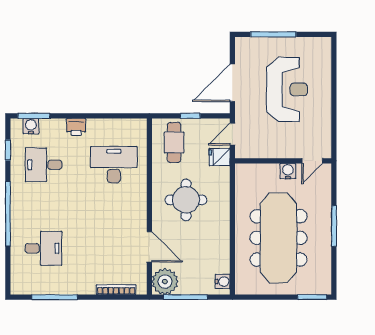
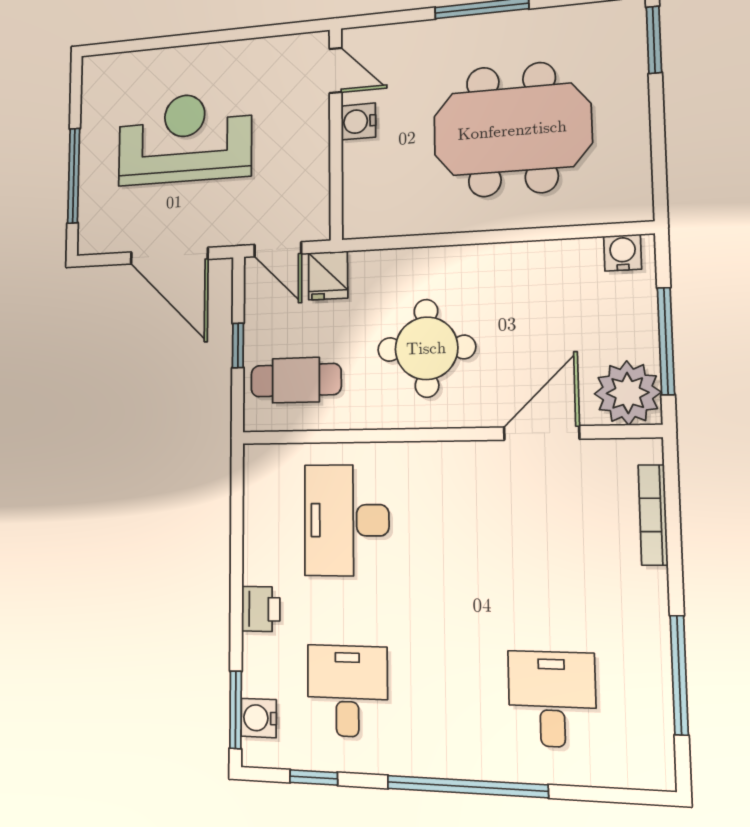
desk: (44, 165) -> (347, 691), turned 180
meeting table: (278, 238) -> (512, 130), width x0.73

